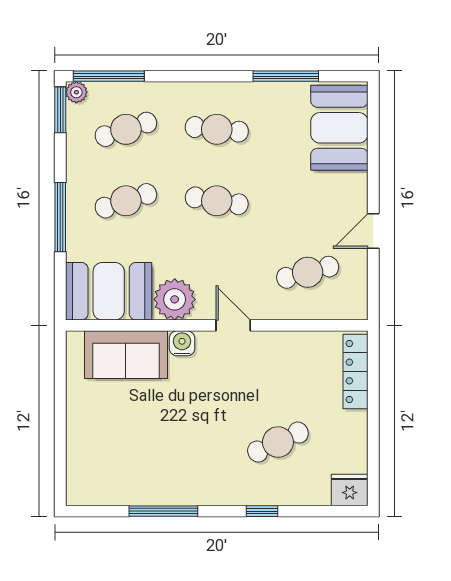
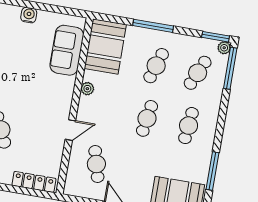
cafe table: (126, 129) -> (198, 73), turned 42
cafe table: (126, 201) -> (156, 66), turned 36
plant: (175, 299) -> (87, 89), width x0.53, depth x0.53
door: (233, 325) -> (70, 130), moved
water cooler: (182, 343) -> (29, 15), moved, turned -90

